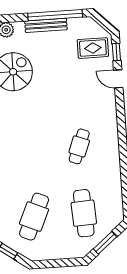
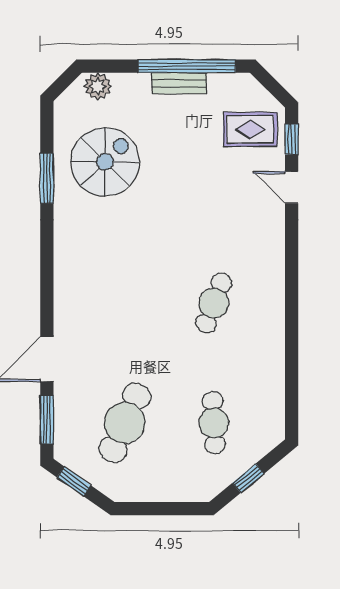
bench: (46, 25) -> (179, 83), width x0.73
cafe table: (84, 213) -> (214, 423), width x0.73, depth x0.74
window: (105, 243) -> (248, 478), width x0.67

